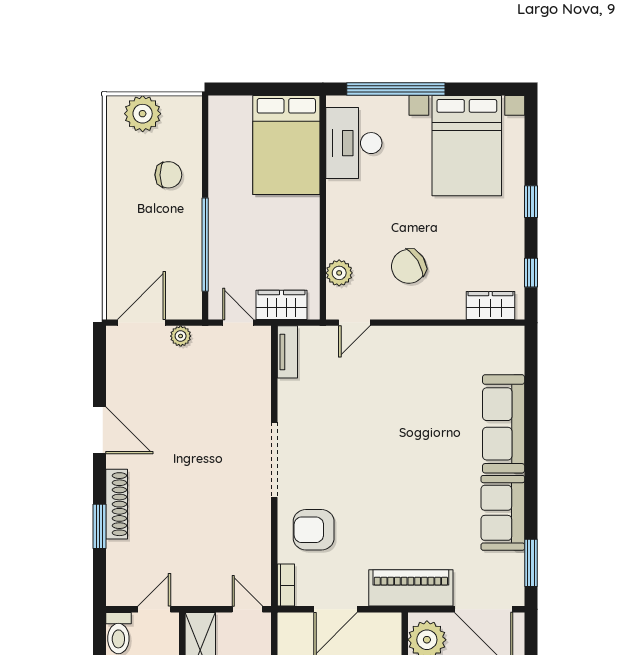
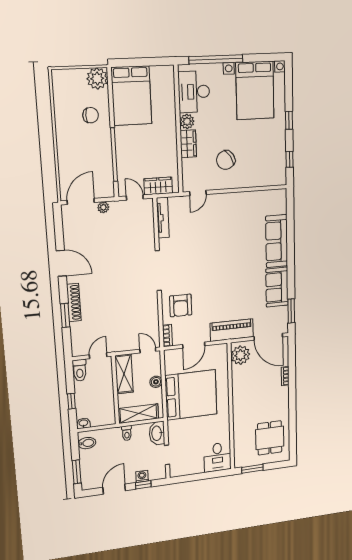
plant: (143, 114) -> (97, 79), moved
bed: (286, 145) -> (131, 96), moved
plant: (339, 273) -> (187, 121), moved
wardrobe: (491, 306) -> (188, 144), moved, turned 90
tv unit: (287, 352) -> (163, 218), width x1.41
armchair: (314, 530) -> (181, 305), turned -90

